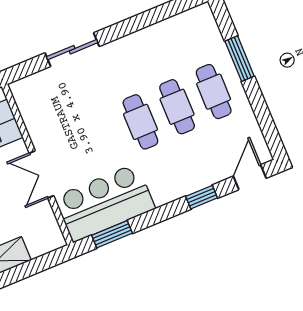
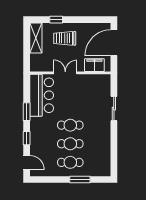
window: (112, 234) -> (27, 112), moved

